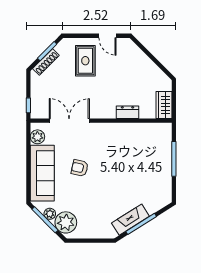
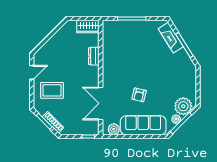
fireplace: (130, 220) -> (171, 38), moved

